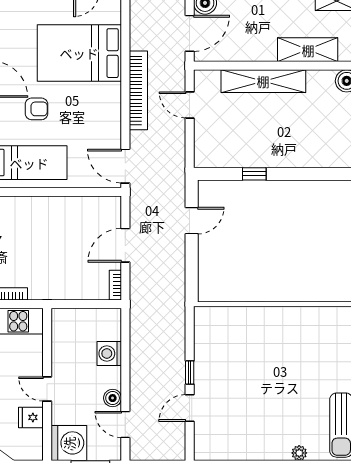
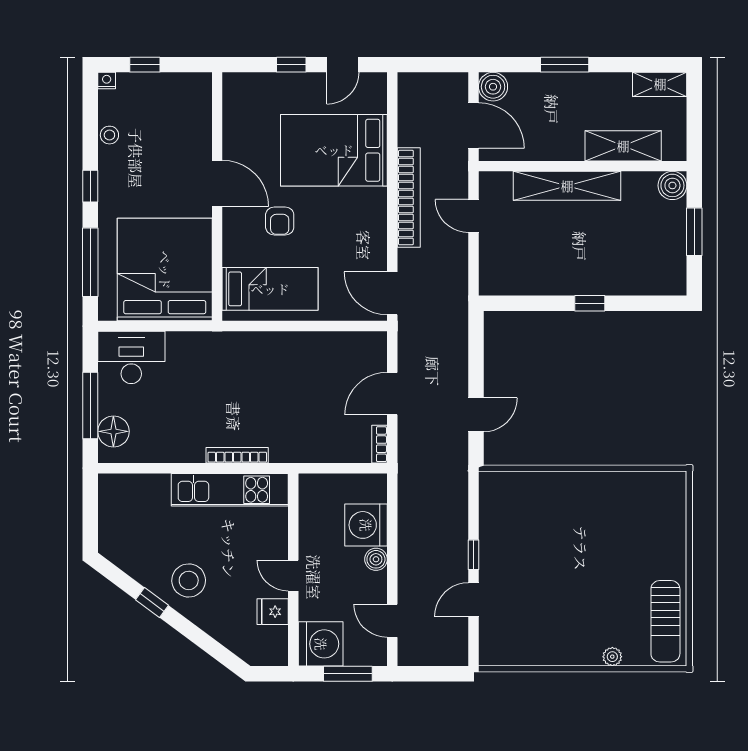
door: (190, 33) -> (473, 125), hinge flipped
armchair: (37, 109) -> (280, 221), turned 90
window: (254, 174) -> (590, 303), moved
door: (192, 221) -> (476, 415), moved
washing machine: (109, 354) -> (366, 525), width x1.37, depth x1.37
boiler: (113, 398) -> (376, 559), moved

